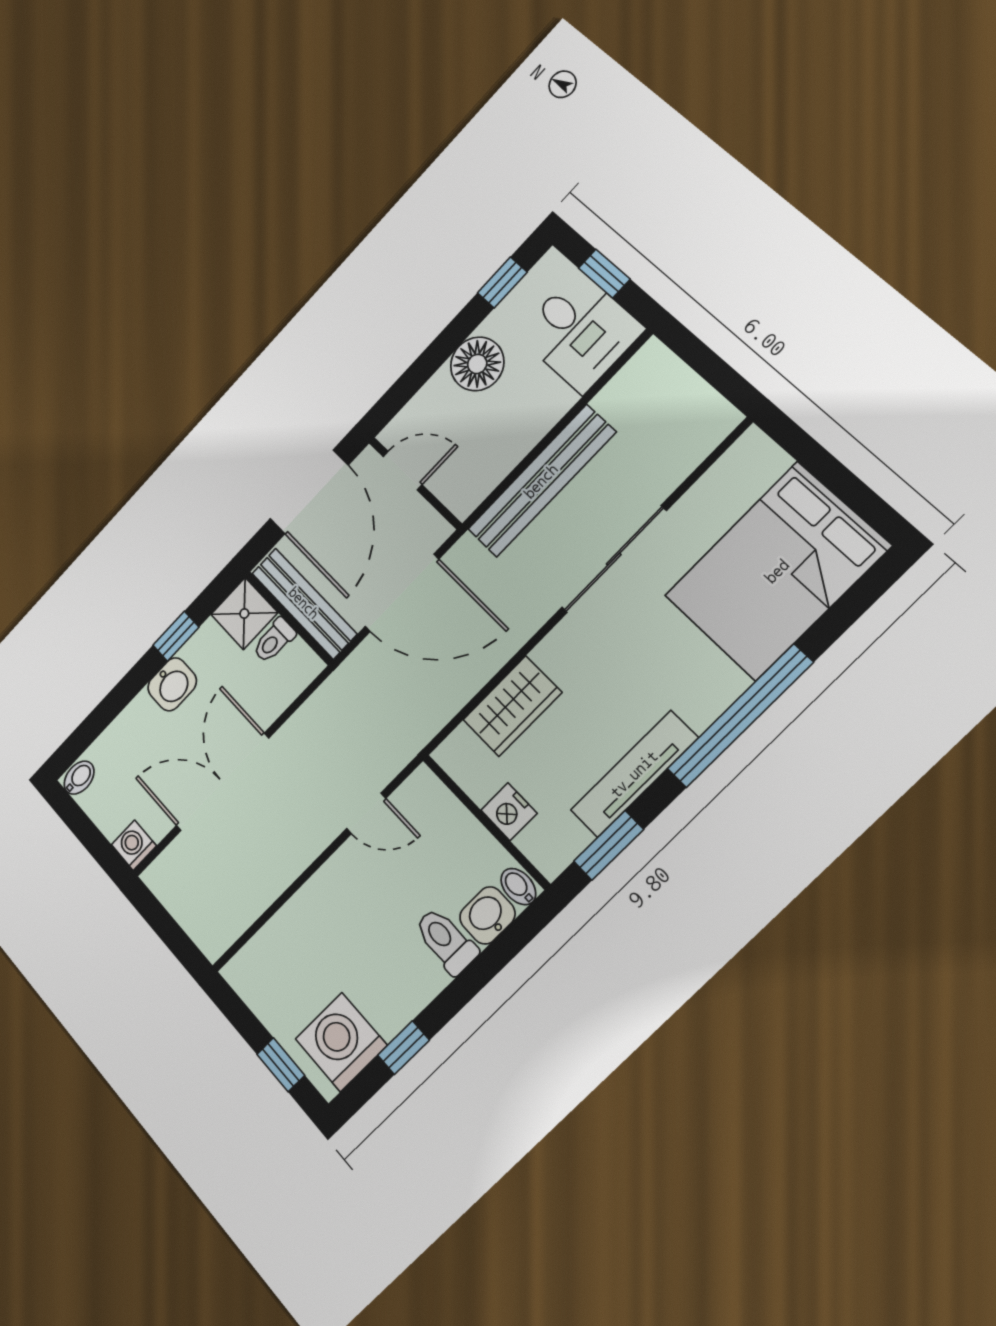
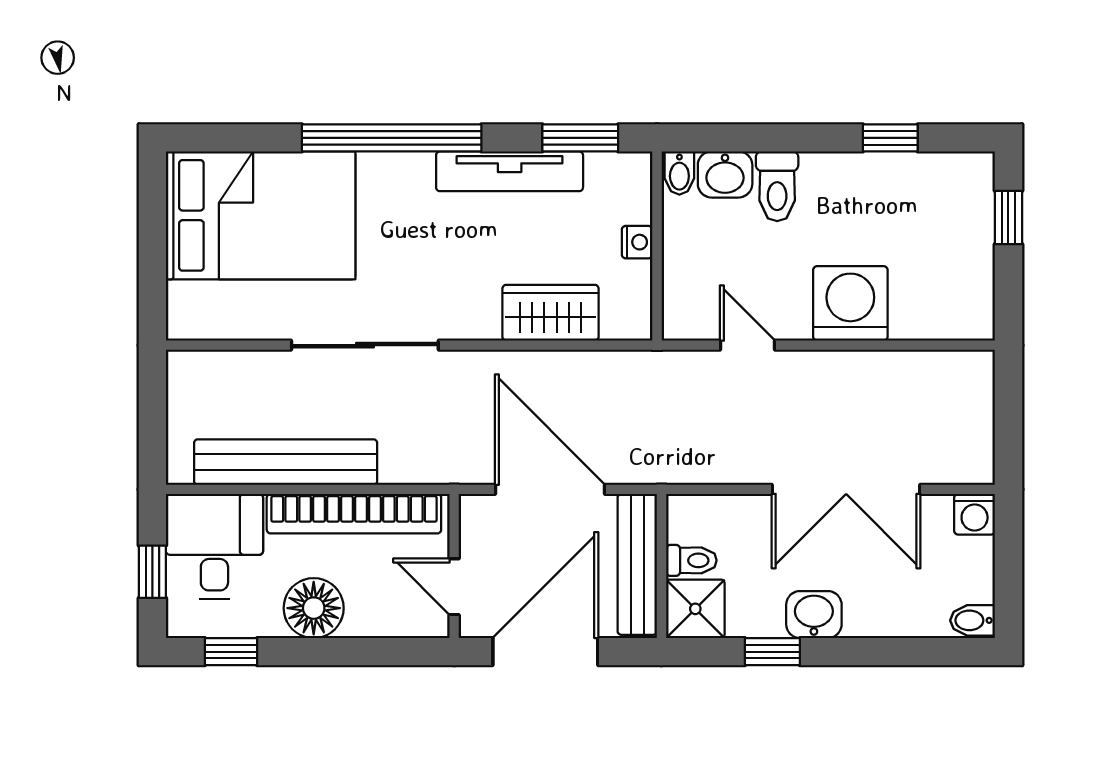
bookcase: (511, 447) -> (354, 514), added
bench: (541, 481) -> (286, 462), moved
nightstand: (509, 812) -> (637, 242), width x0.72, depth x0.74
washing machine: (341, 1042) -> (850, 303), moved, turned 180

